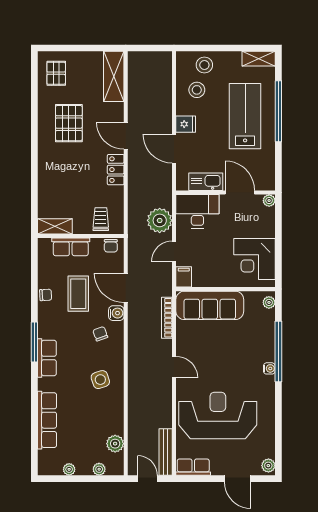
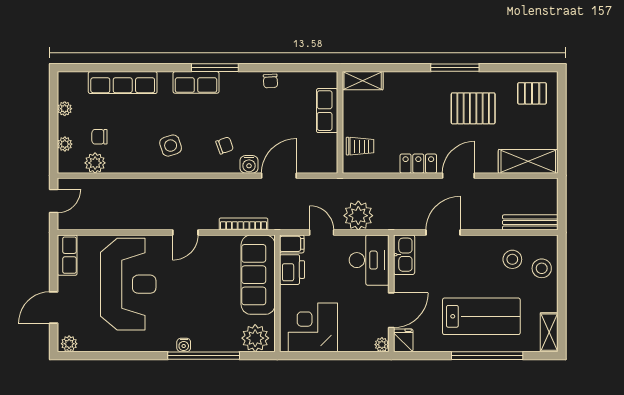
fridge: (186, 124) -> (403, 340), moved, turned 180
window: (34, 139) -> (455, 68), added
kitchen sink: (206, 182) -> (404, 255), moved
shelving: (55, 226) -> (363, 81), moved, turned 90
chair: (111, 246) -> (99, 137), moved
printer: (205, 277) -> (292, 270), added
coffee table: (78, 294) -> (272, 119), removed
plant: (269, 302) -> (255, 338), width x1.88, depth x1.88
bench: (166, 452) -> (530, 222), moved

